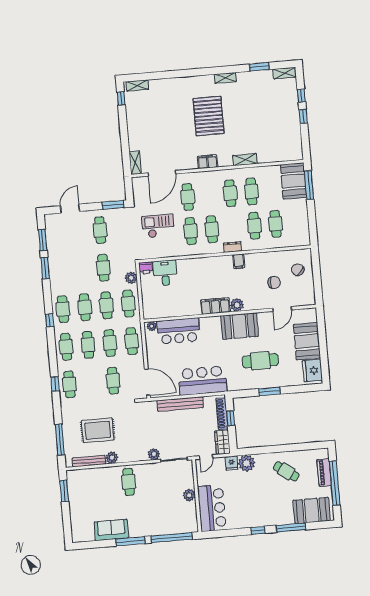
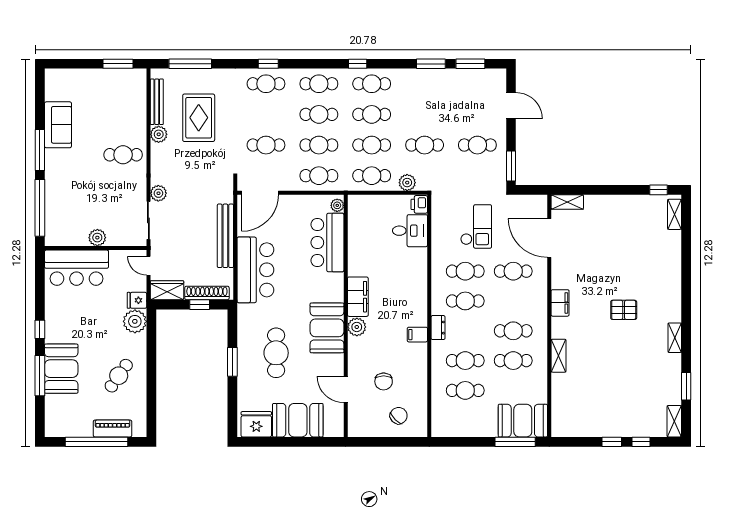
pallet: (209, 116) -> (624, 310), width x0.49, depth x0.50
booth: (312, 510) -> (61, 369), moved

